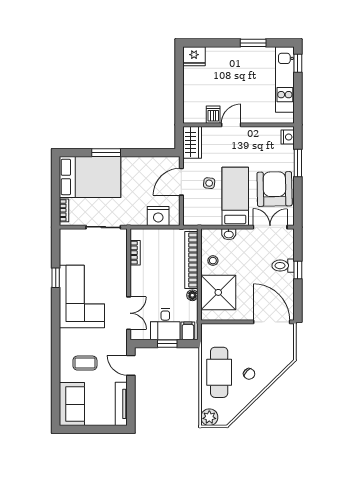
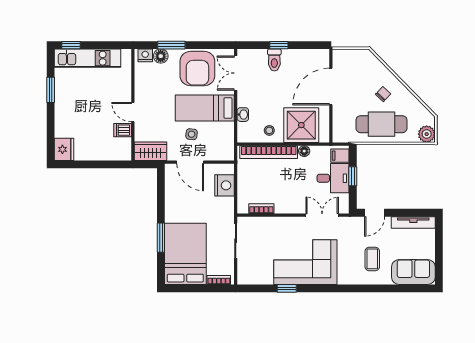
floor lamp: (287, 152) -> (161, 56), added
armchair: (275, 189) -> (197, 69), turned -89
door: (272, 322) -> (331, 87), moved

